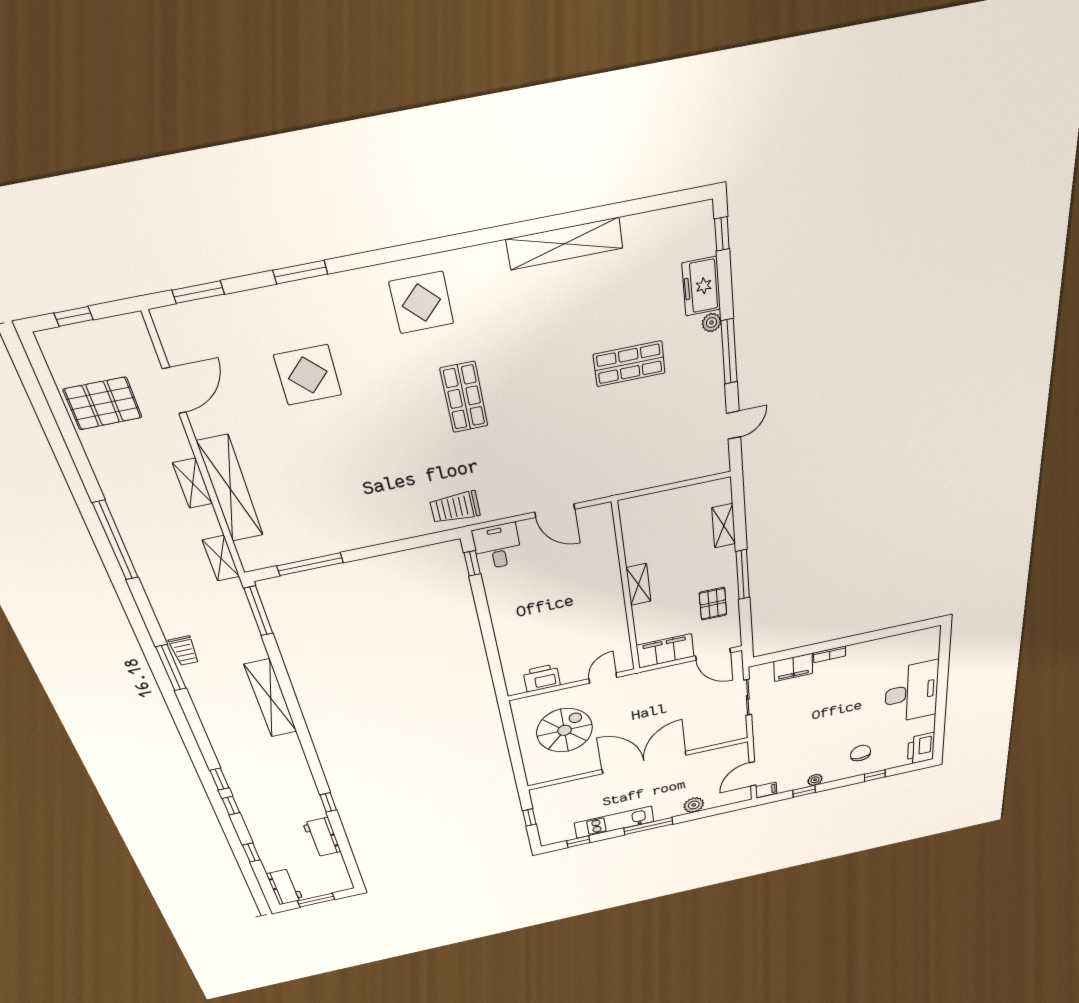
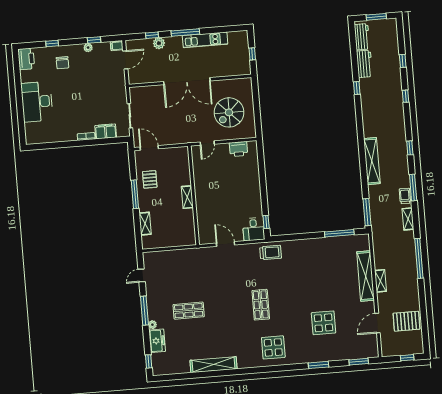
shelving: (221, 558) -> (408, 219), moved
filing cabinet: (665, 651) -> (174, 155), removed
window: (219, 779) -> (410, 148), moved
window: (578, 842) -> (152, 35), moved
workbench: (285, 887) -> (362, 37), moved, turned 180

